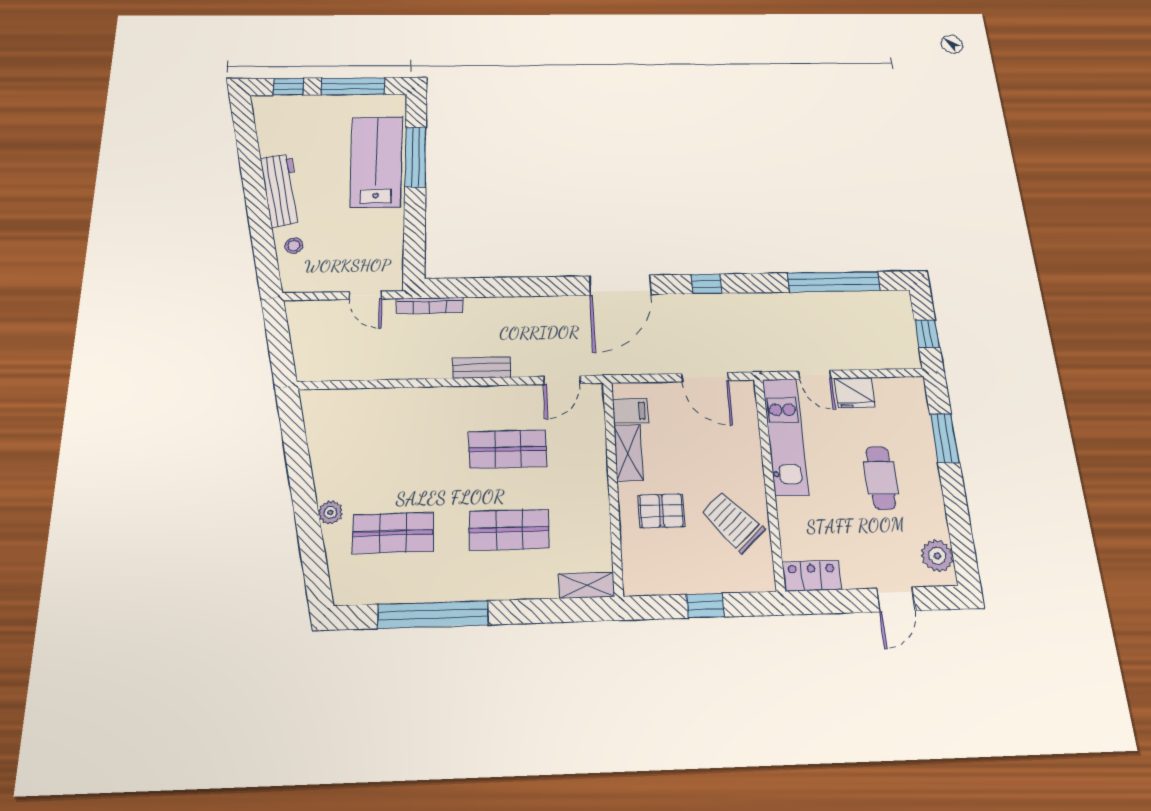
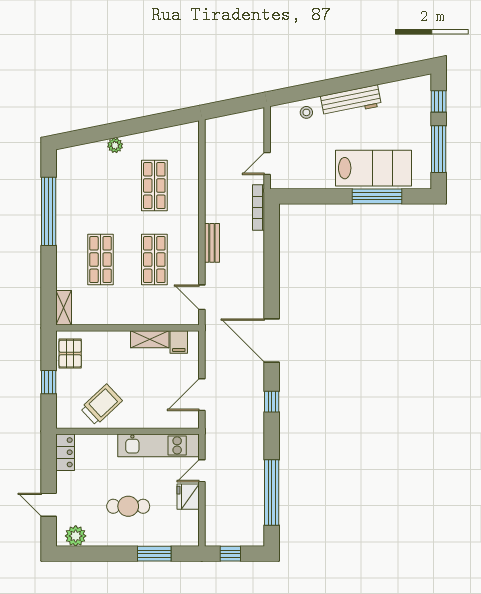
pallet: (661, 511) -> (70, 354), moved
shop shelf: (393, 533) -> (154, 186), moved

